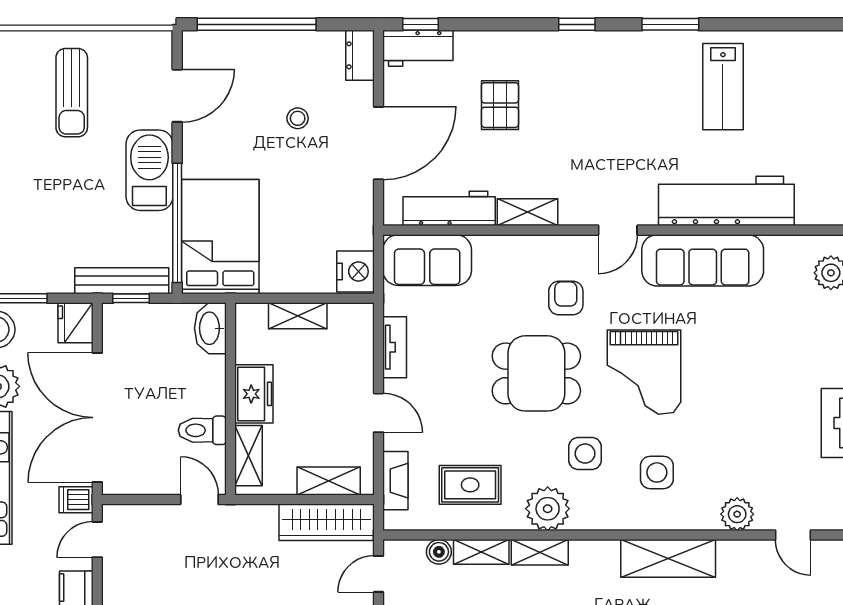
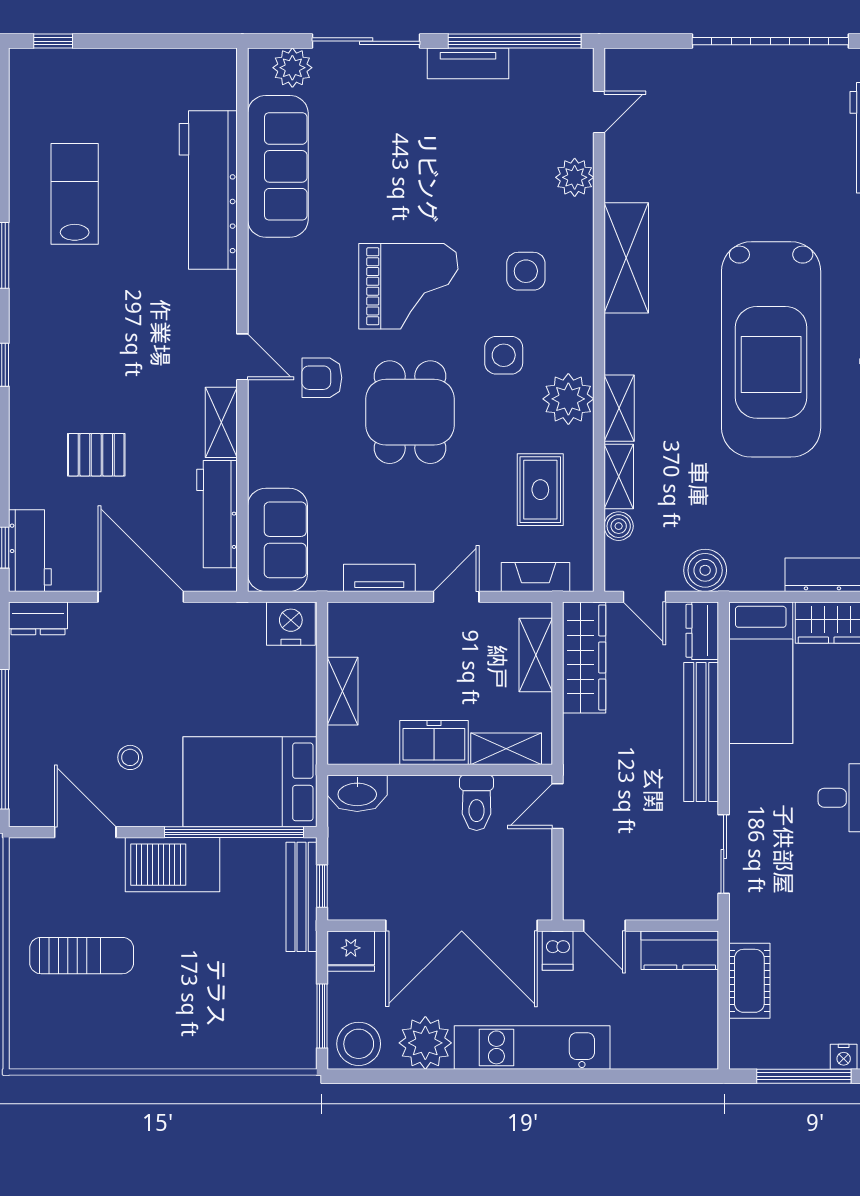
lab bench: (723, 87) -> (75, 194), turned -90
stool: (298, 118) -> (130, 757), moved
door: (618, 230) -> (242, 357), moved
sofa: (703, 260) -> (278, 166), moved

